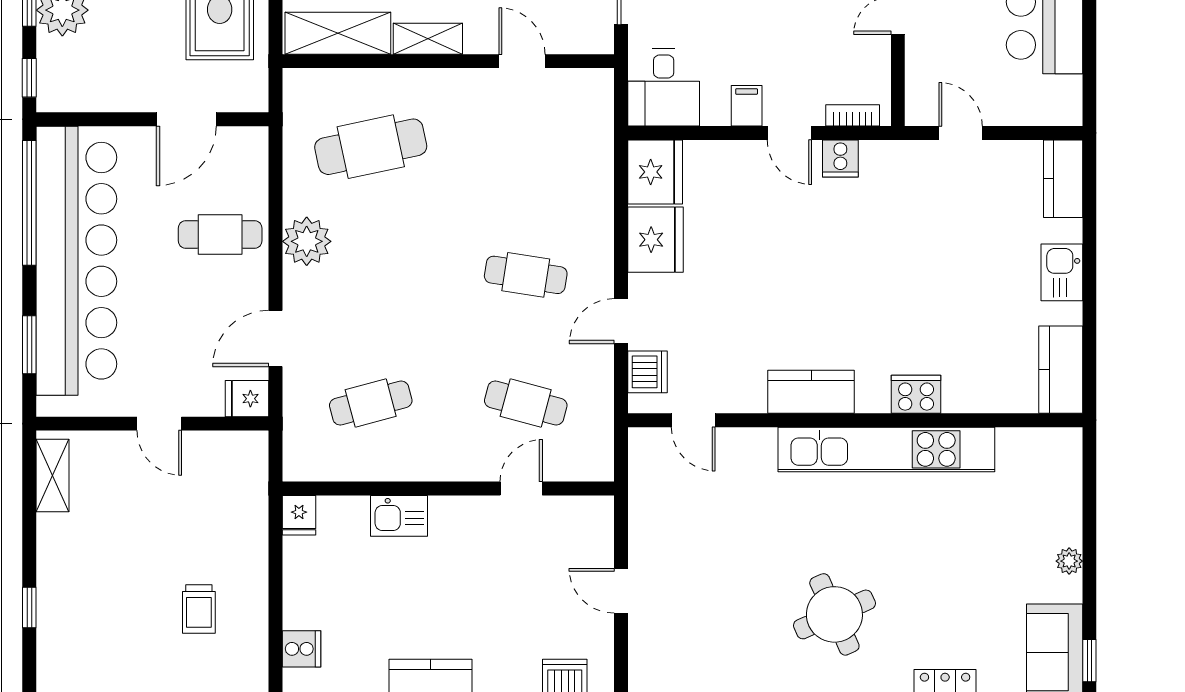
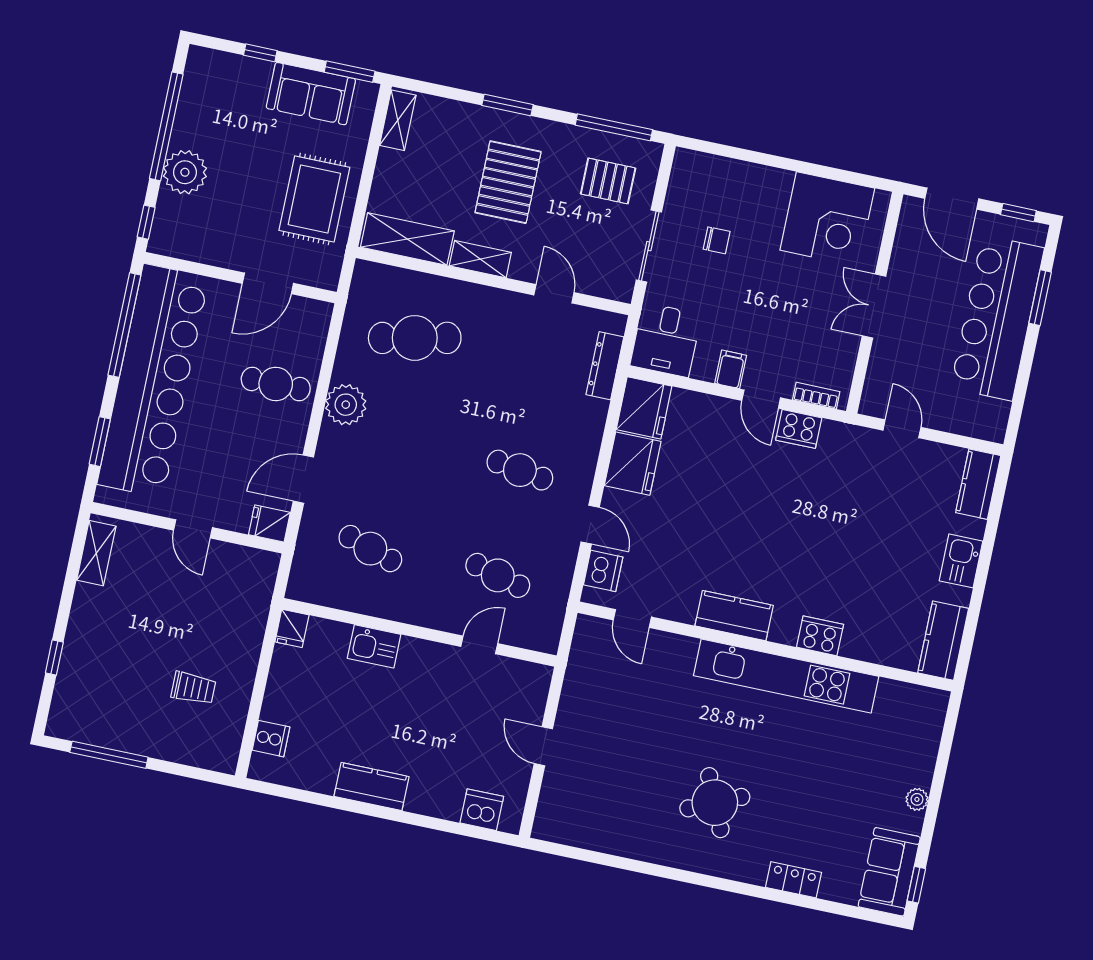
dresser: (599, 132) -> (605, 366), added
cooker: (840, 158) -> (799, 429), width x1.36
door: (621, 321) -> (590, 525), swing flipped
cafe table: (371, 403) -> (370, 549), turned 33
trolley: (199, 609) -> (193, 688), turned -90

